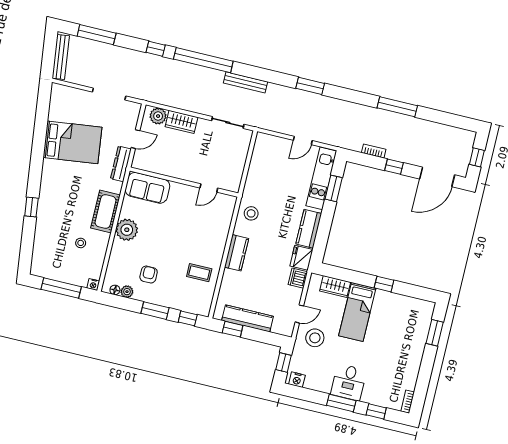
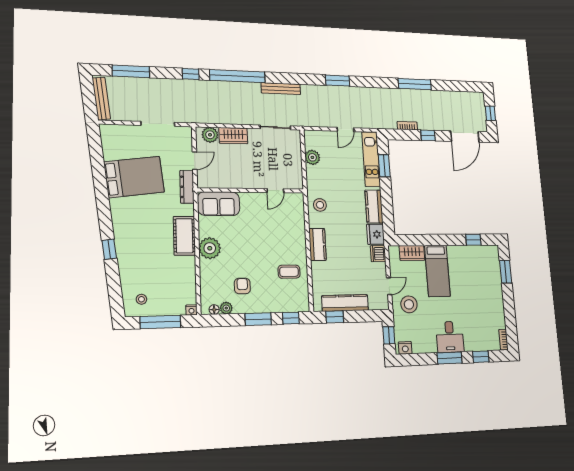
plant: (258, 162) -> (312, 157), added
stool: (81, 243) -> (141, 299), moved
window: (384, 284) -> (473, 240), moved

